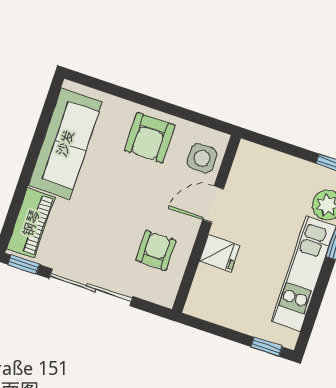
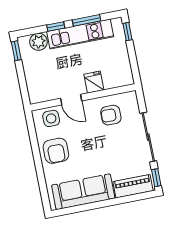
armchair: (150, 138) -> (56, 151), turned 90
window: (318, 295) -> (87, 20), added

